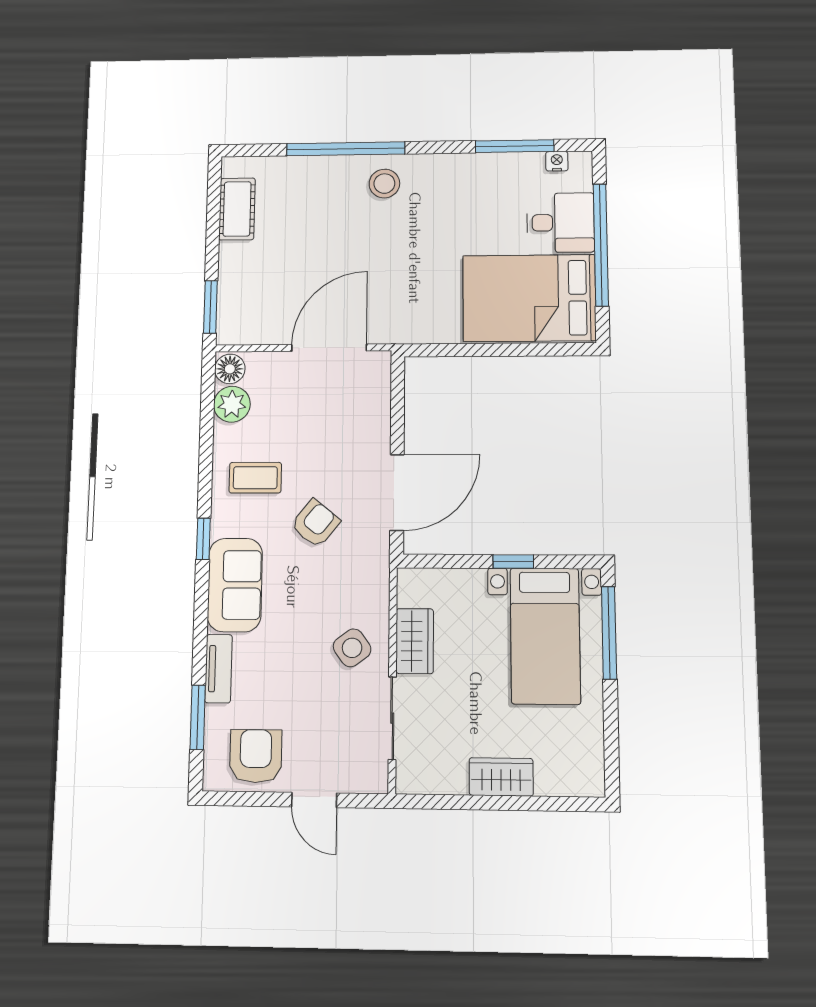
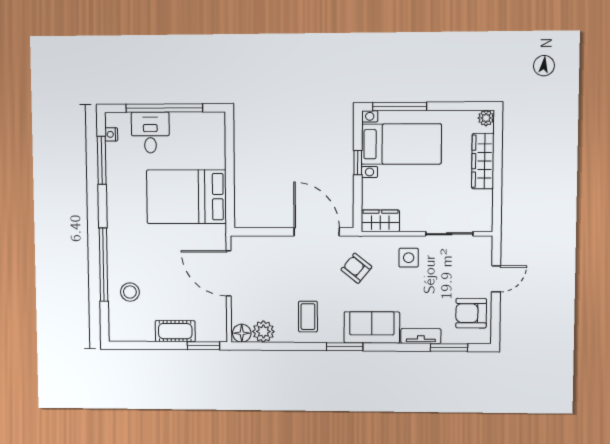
stool: (384, 184) -> (130, 292), moved
cot: (237, 209) -> (175, 331), moved
bed: (529, 298) -> (186, 197), moved, turned 90
armchair: (315, 523) -> (356, 268), moved
window: (203, 539) -> (345, 347), width x1.50
wardrobe: (415, 641) -> (380, 221), moved
side table: (352, 648) -> (409, 258), turned 36
wardrobe: (501, 777) -> (483, 161), width x1.50
plant: (591, 783) -> (486, 118), added

